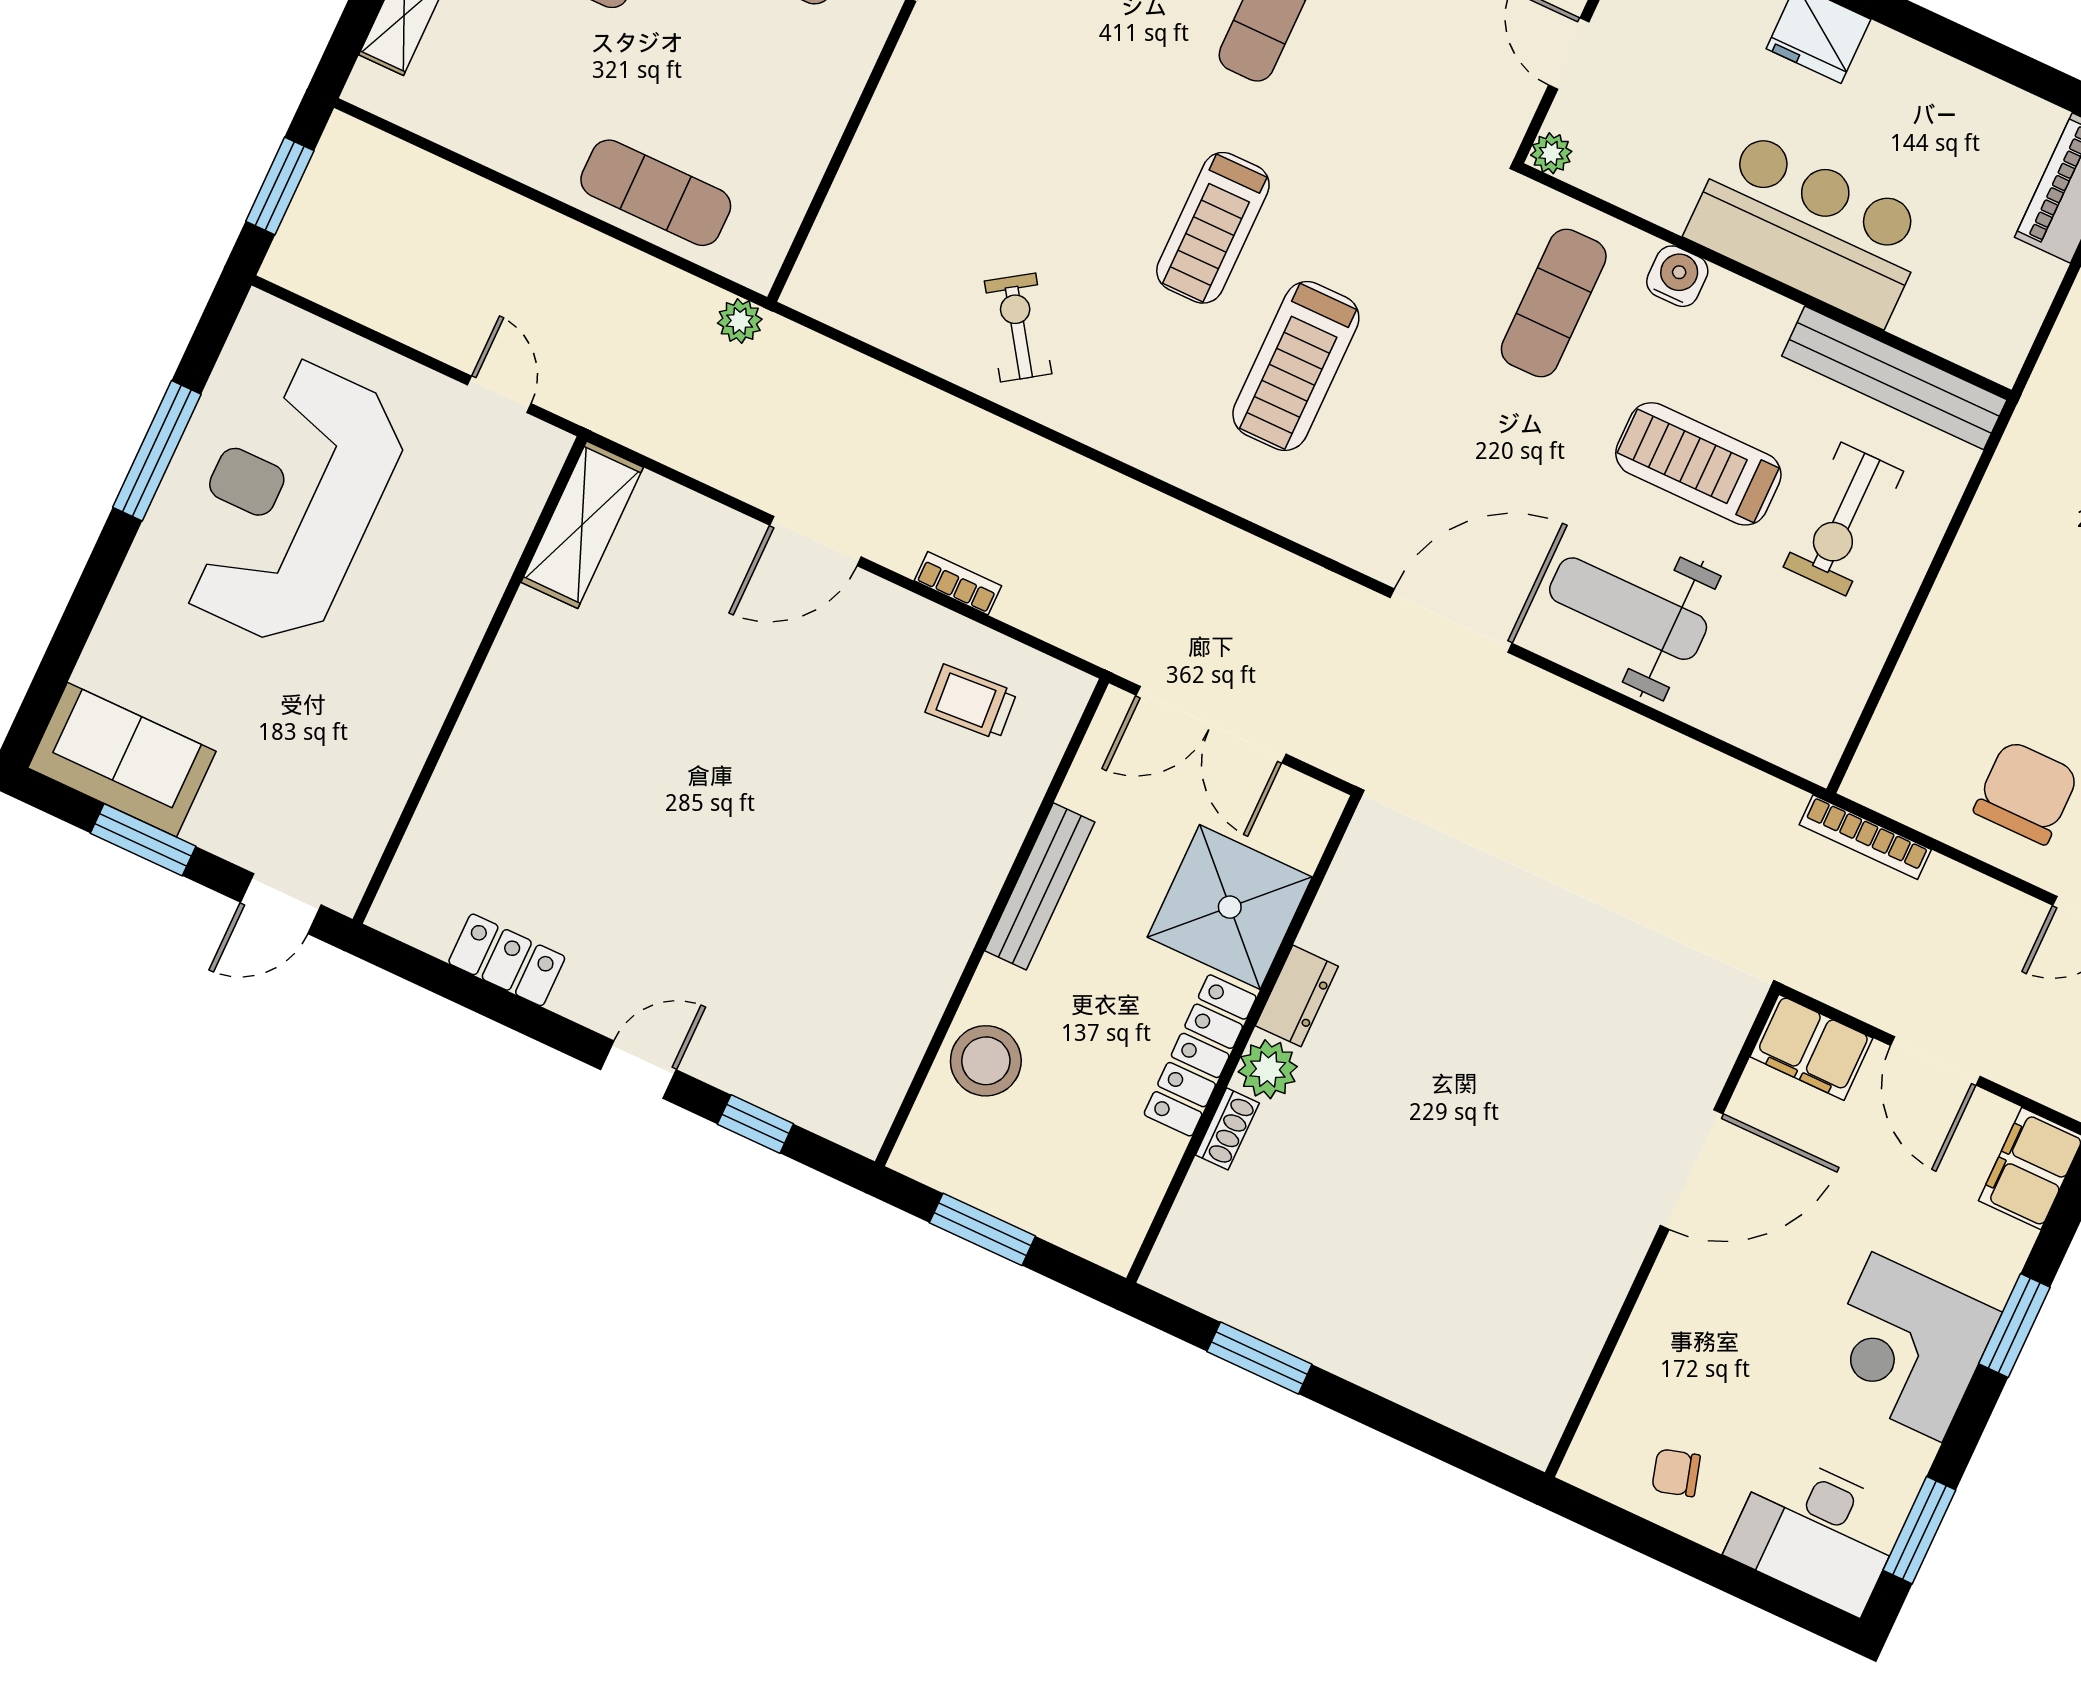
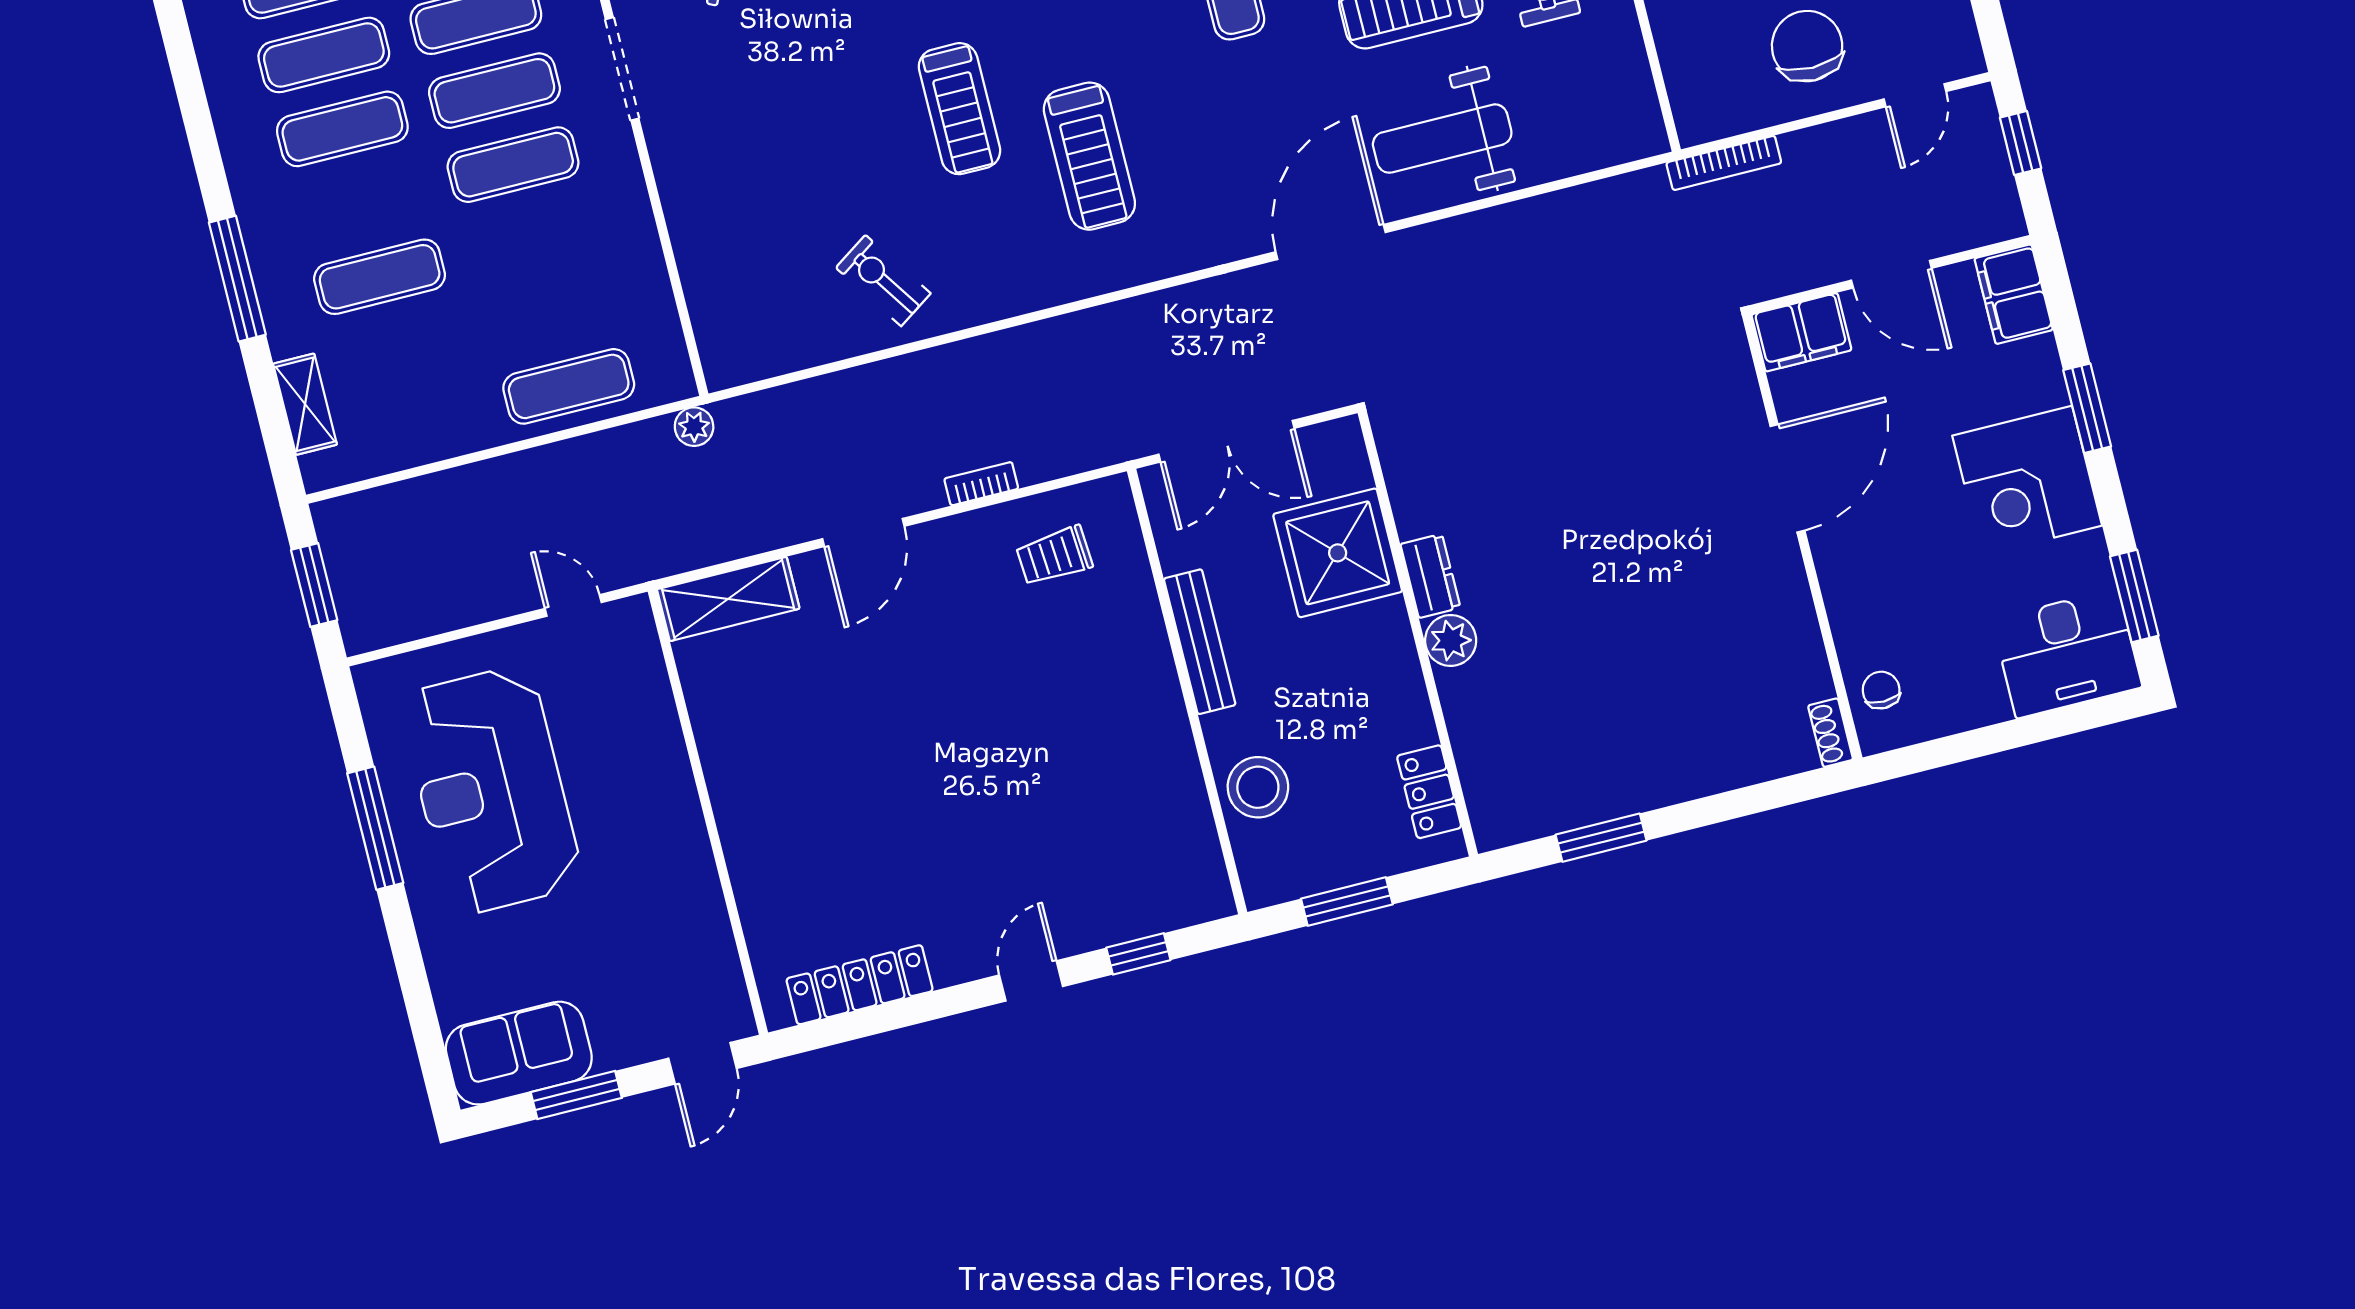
shelving: (582, 525) -> (728, 599), moved, turned 90
locker: (507, 960) -> (860, 985), width x1.53
locker: (1200, 1055) -> (1429, 792), moved, width x0.66
shoe rack: (1227, 1129) -> (1831, 733), moved, turned 180
chair: (1676, 1473) -> (1881, 690), moved, turned 106

